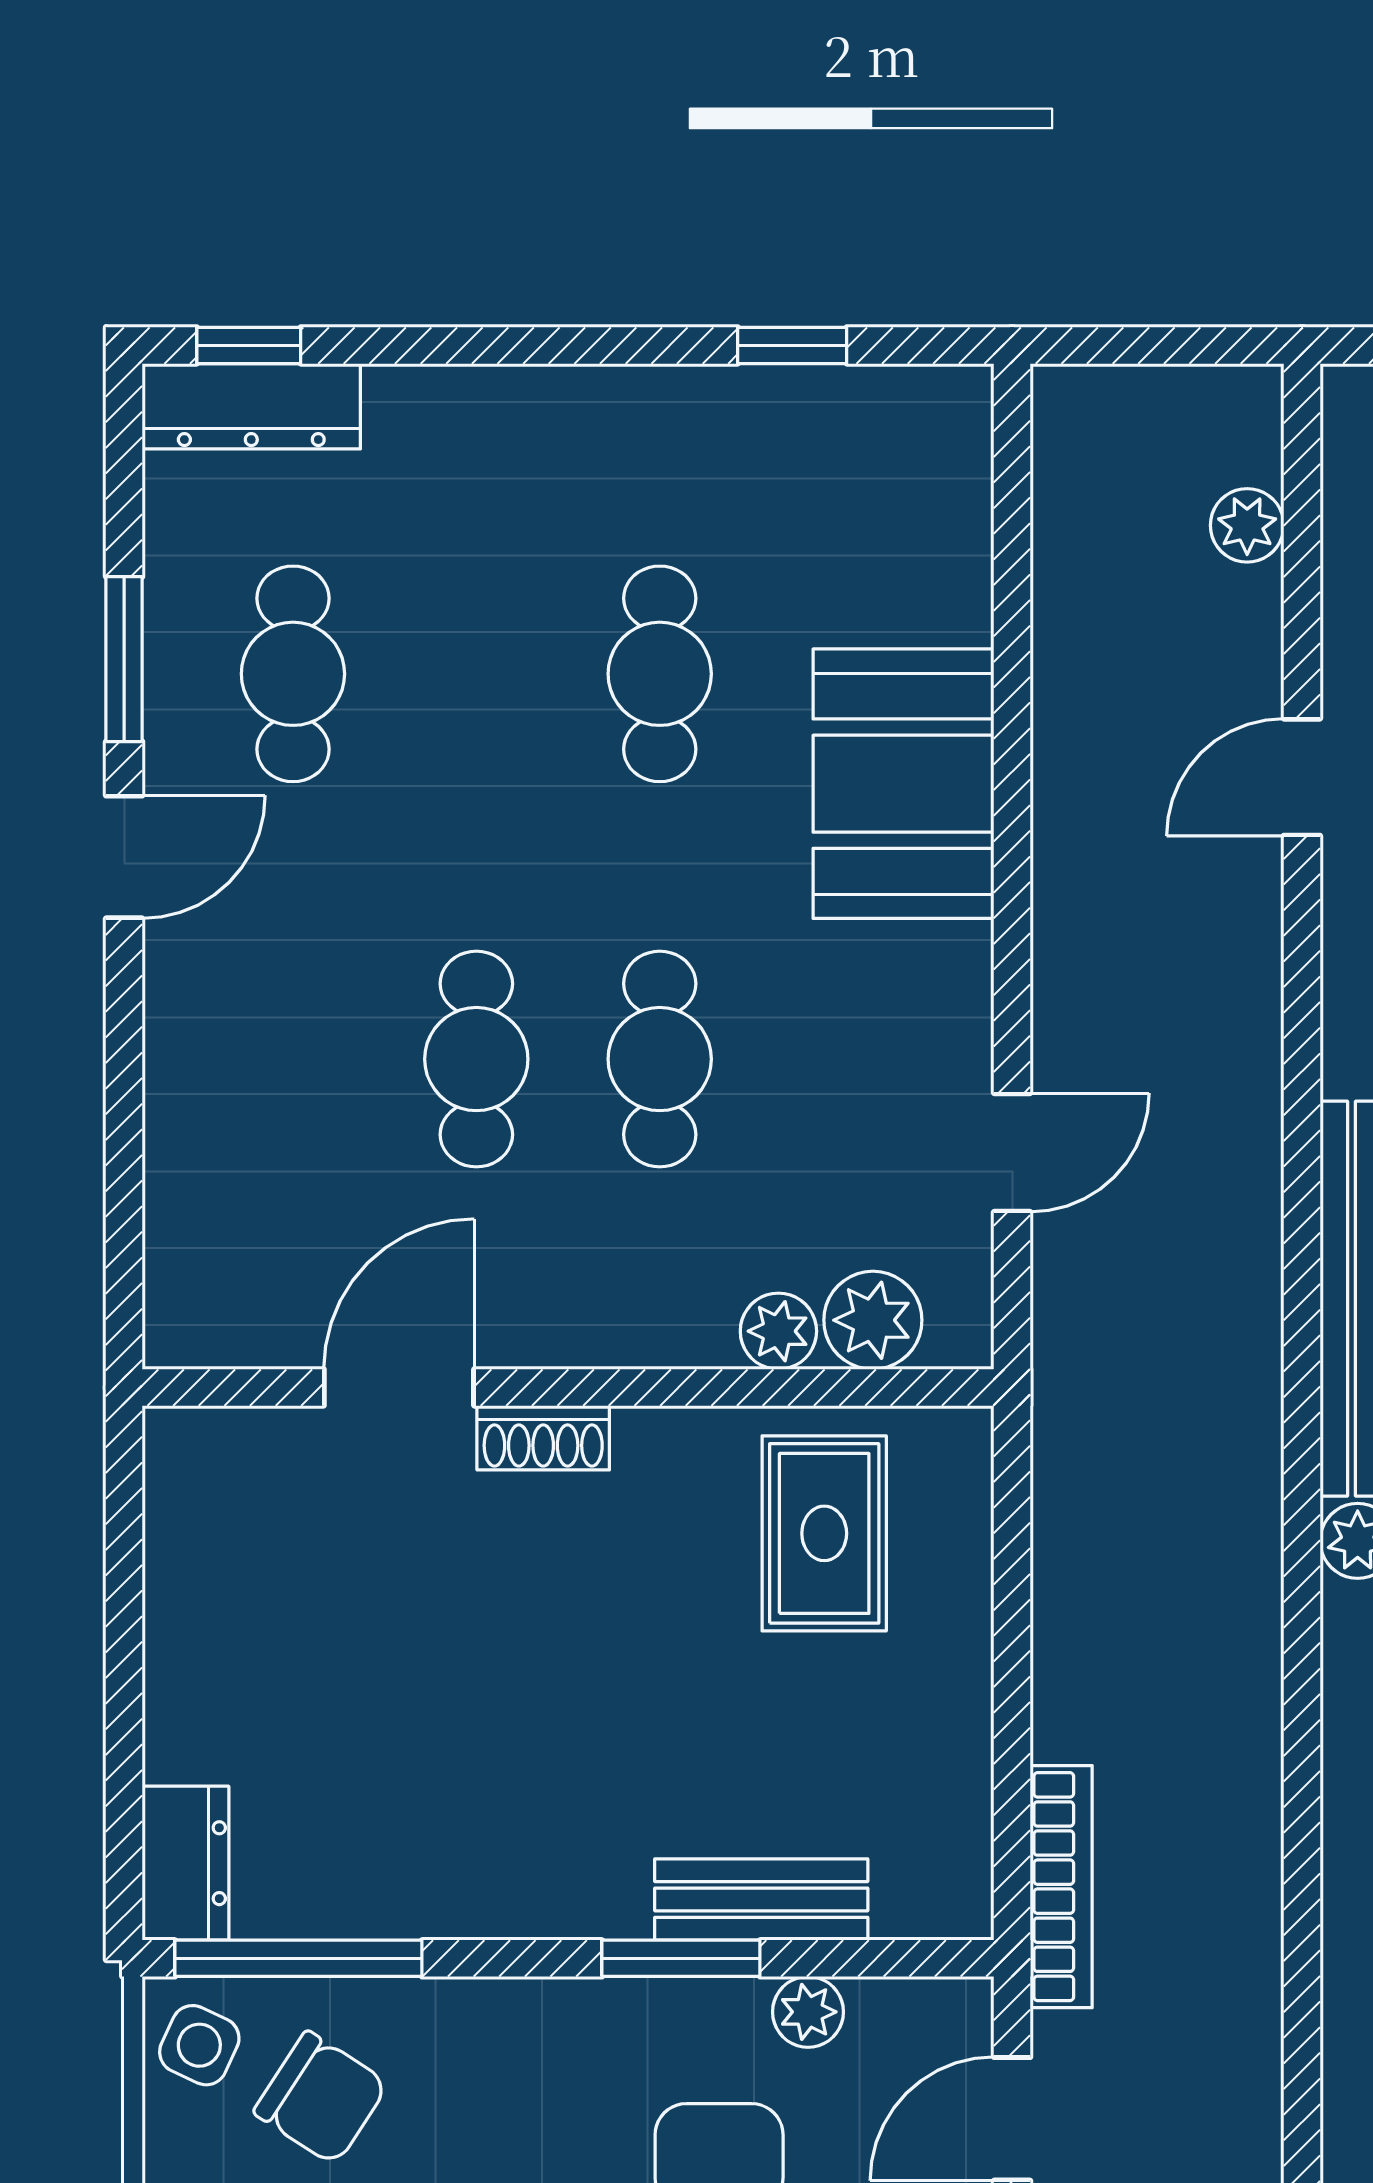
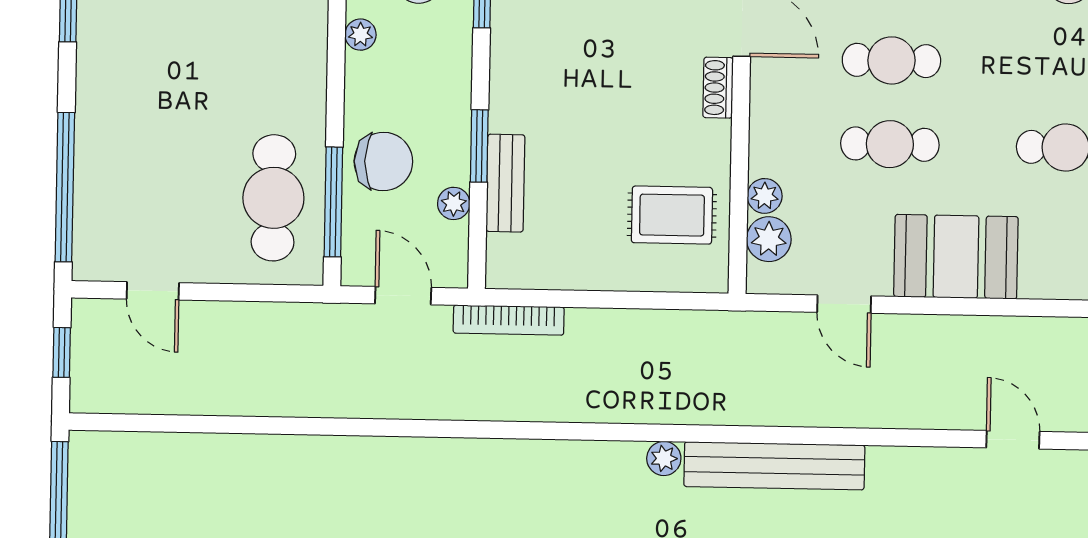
booth: (903, 784) -> (956, 257), moved

